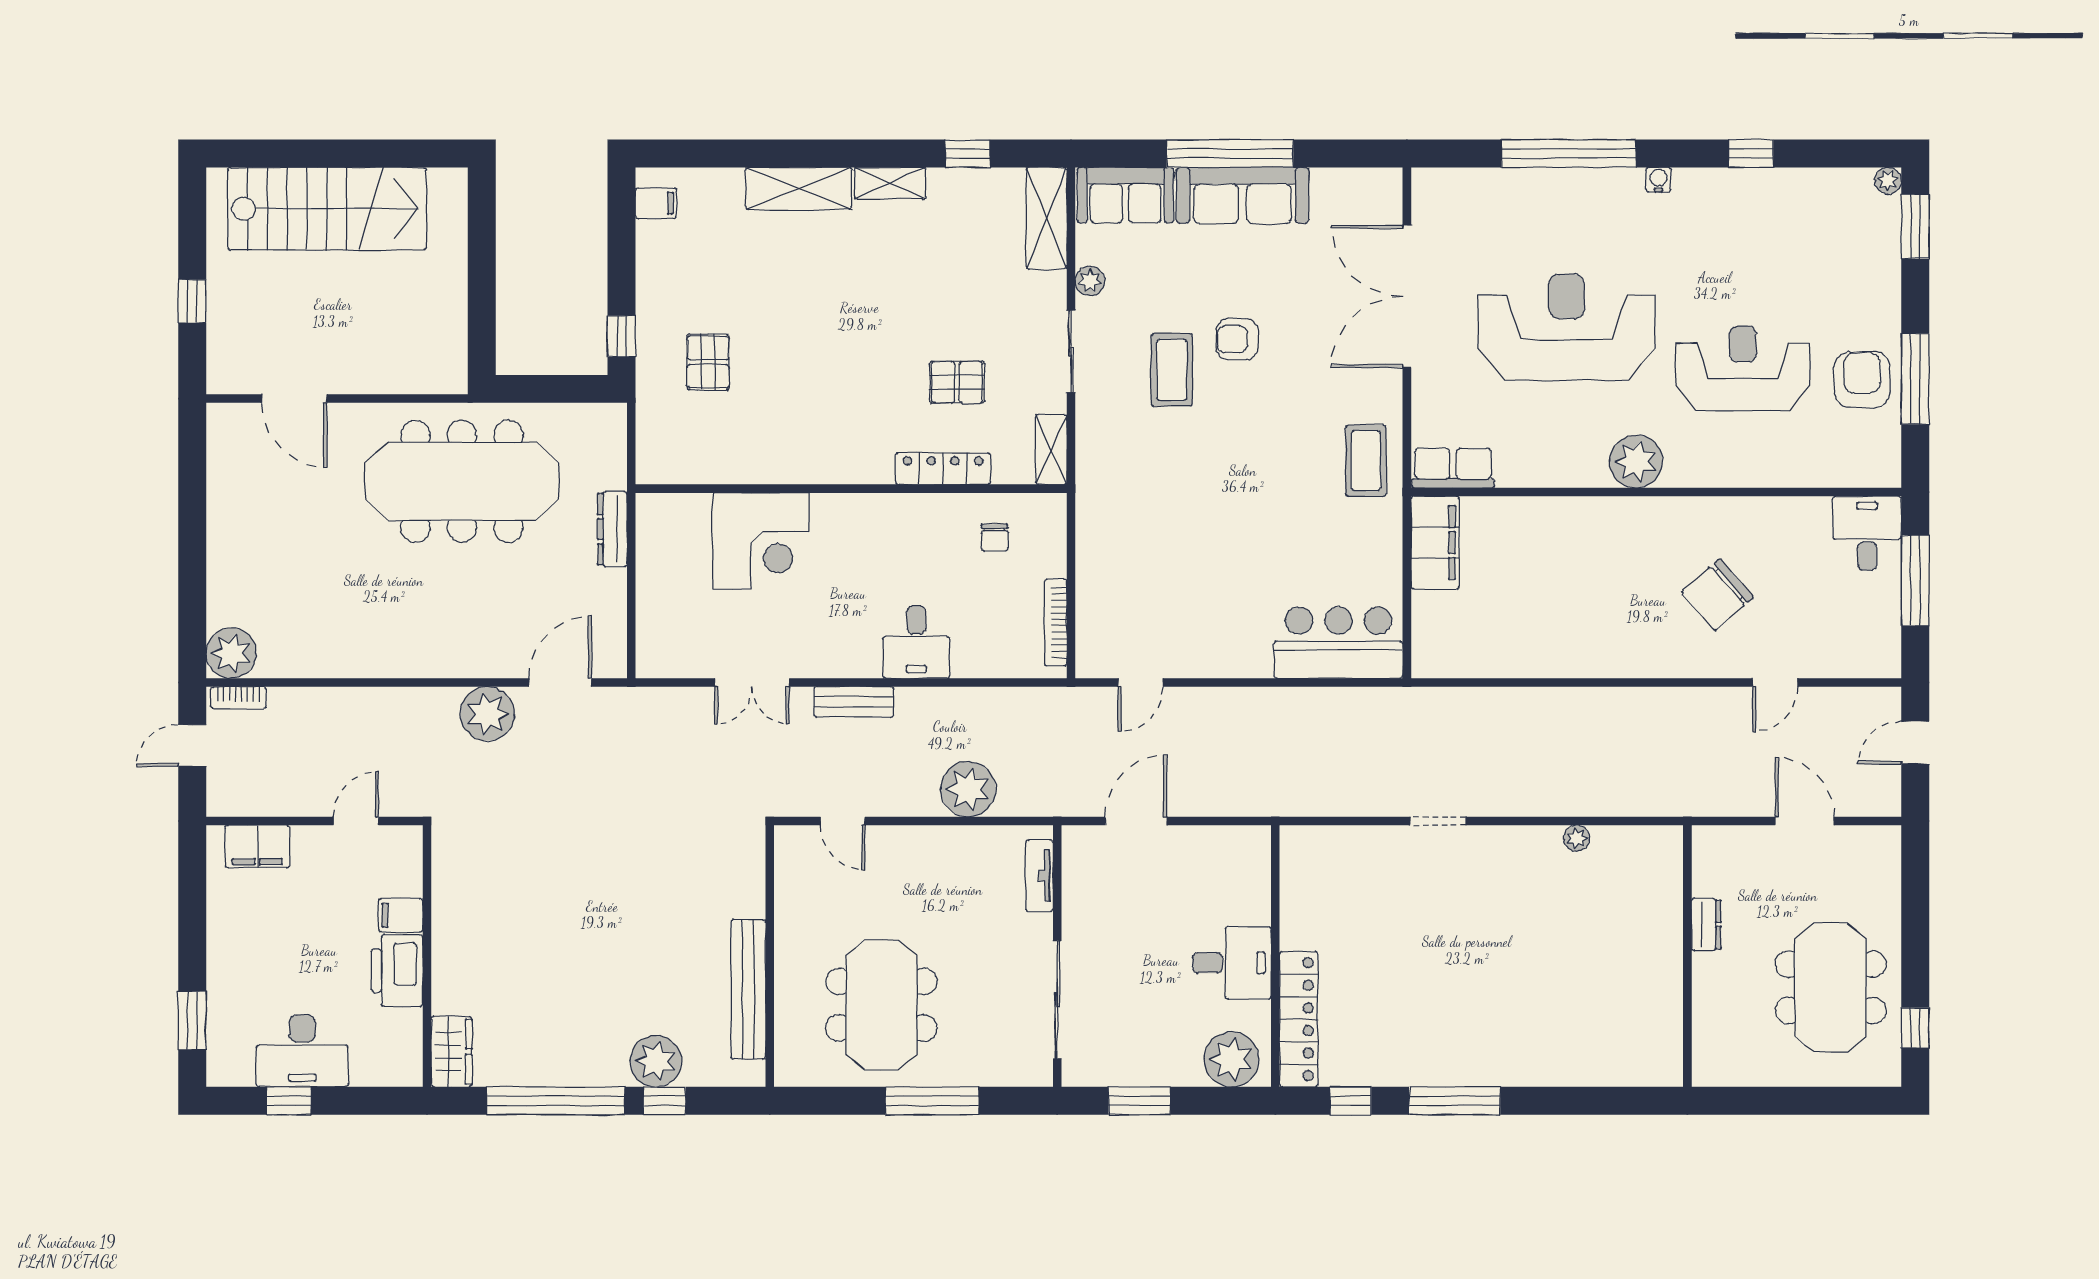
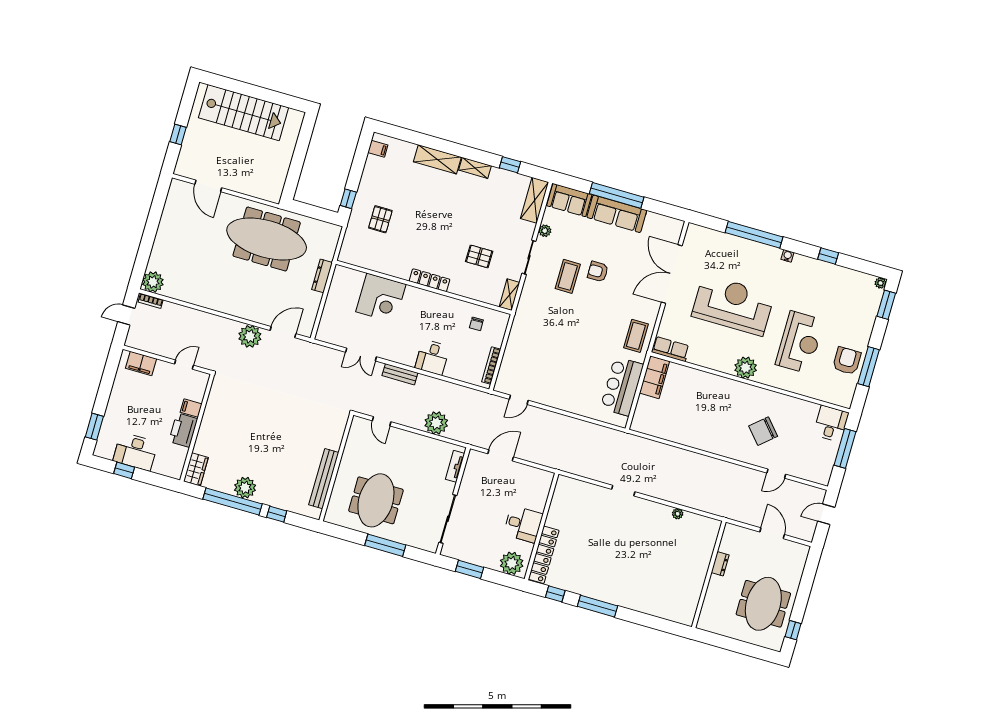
reception desk: (1743, 368) -> (800, 342), turned 90
locker: (943, 469) -> (430, 280), moved
bar counter: (1338, 643) -> (622, 386), moved, turned -90
plant: (656, 1061) -> (245, 488), moved

